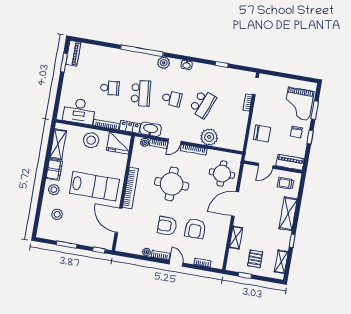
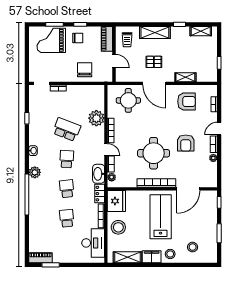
school desk: (141, 93) -> (67, 189), width x0.54
grand piano: (299, 104) -> (51, 40), turned 180
round table: (172, 184) -> (154, 153), moved
armchair: (195, 229) -> (187, 101), moved
pallet: (255, 259) -> (154, 62), moved

